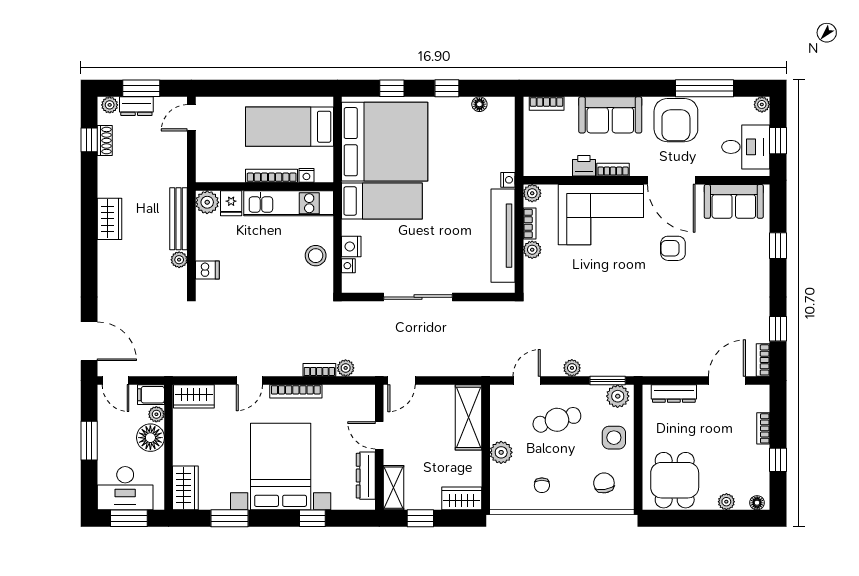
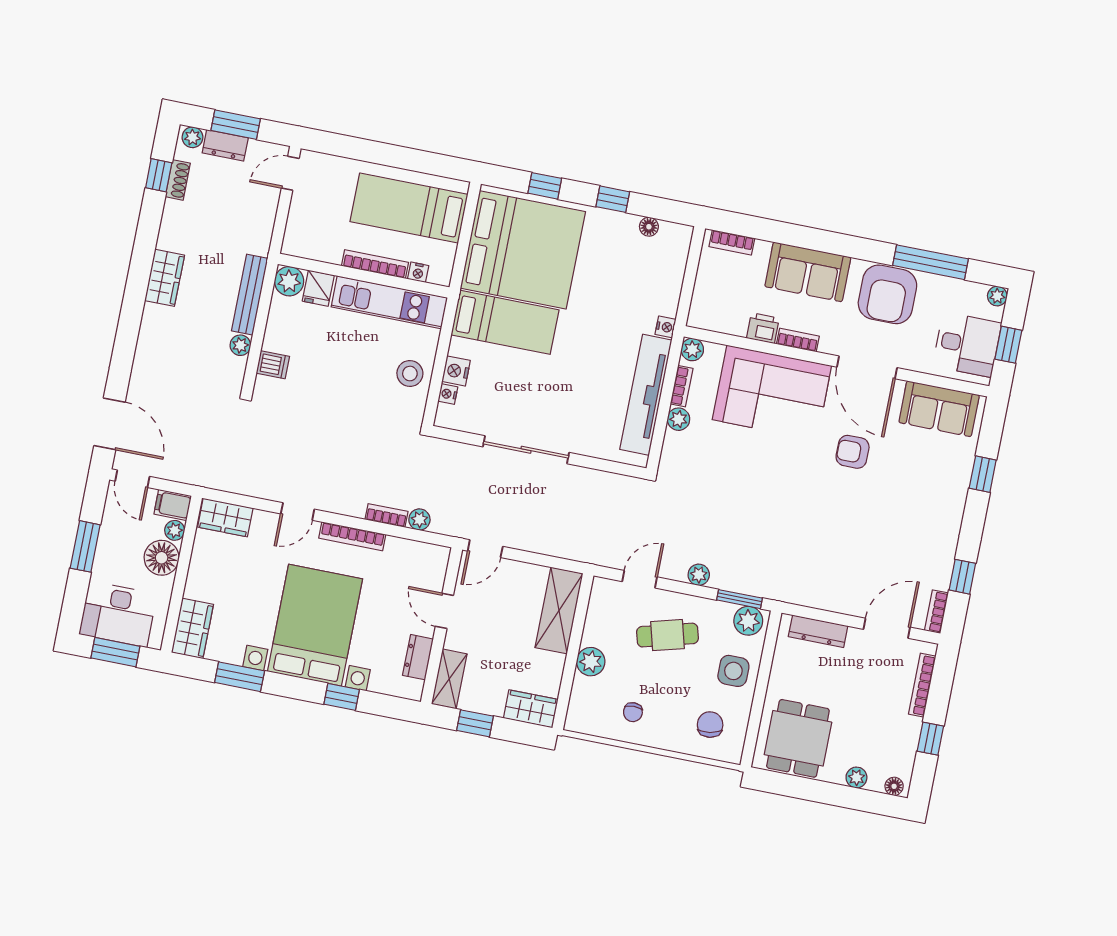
bookcase: (763, 428) -> (922, 685), width x1.56
dresser: (366, 476) -> (418, 657), width x0.70

